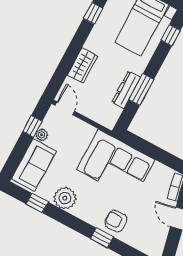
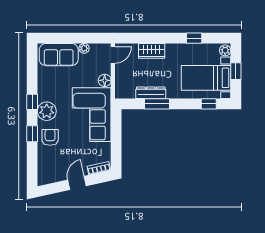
window: (32, 126) -> (87, 38), removed
floor lamp: (87, 131) -> (105, 80), added
plant: (65, 198) -> (47, 111), moved
window: (37, 203) -> (32, 102), moved

